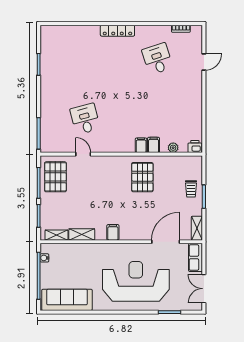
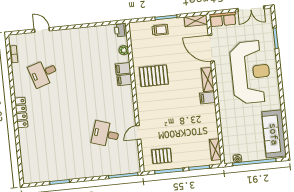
desk: (85, 119) -> (106, 134), turned 33
pallet: (55, 177) -> (162, 156), width x0.67, depth x0.71
shelving: (82, 235) -> (208, 79), moved
reception desk: (136, 281) -> (250, 72), turned 180

